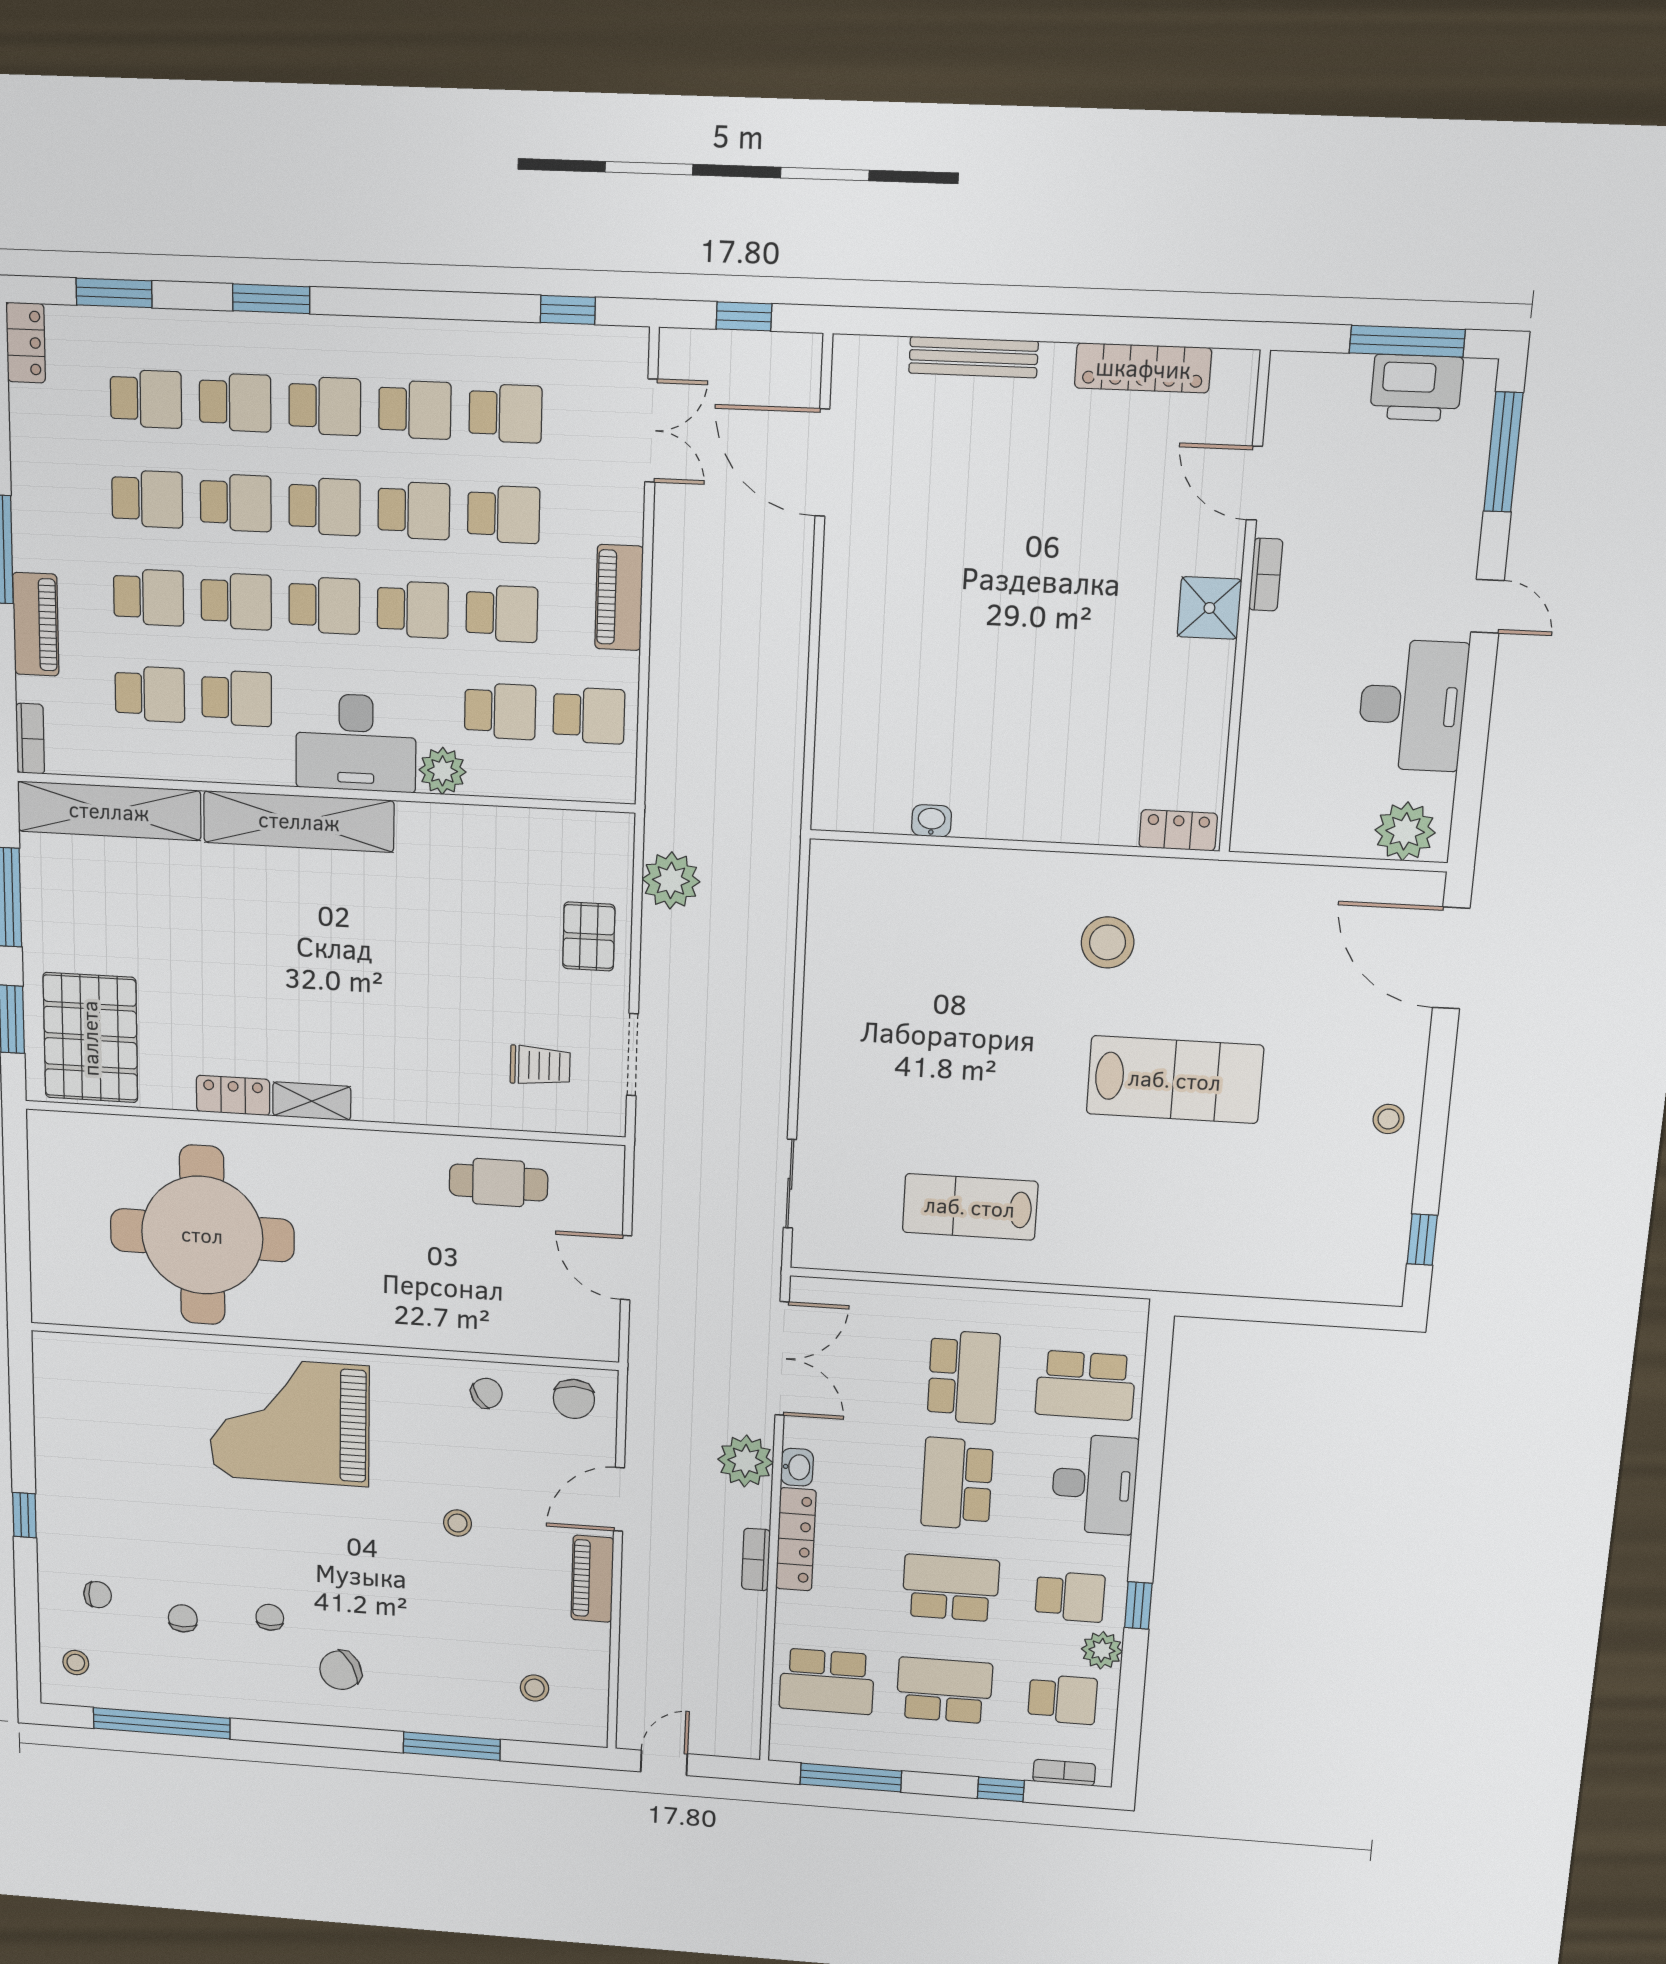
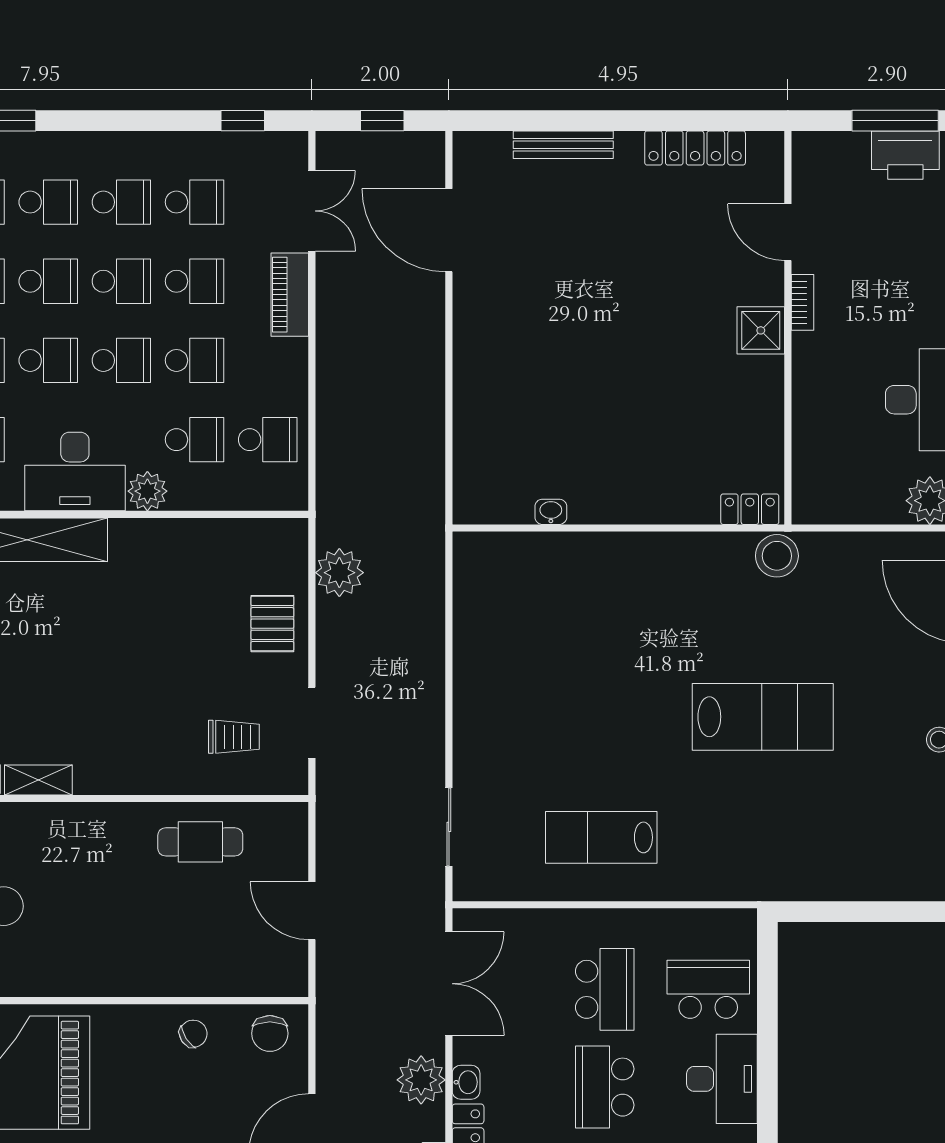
piano: (619, 598) -> (290, 295), moved
stool: (1108, 942) -> (777, 556), moved
school desk: (1085, 1385) -> (708, 989), turned 180

